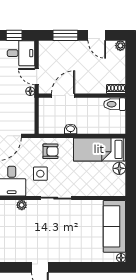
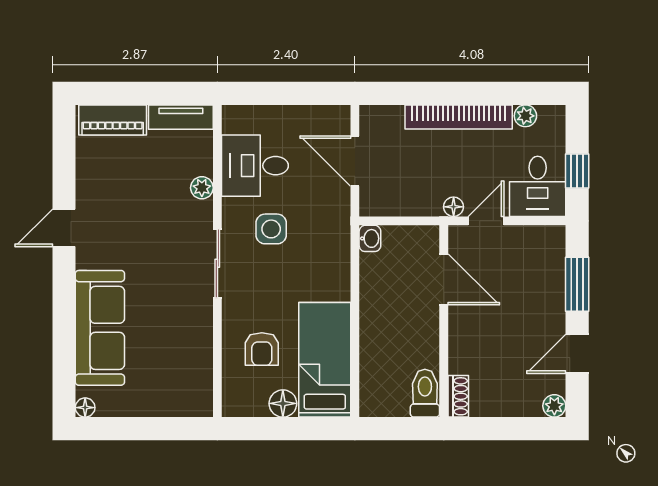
washbasin: (71, 129) -> (370, 238), moved
armchair: (50, 151) -> (262, 349), moved
sofa: (114, 226) -> (100, 328), moved, turned 90

